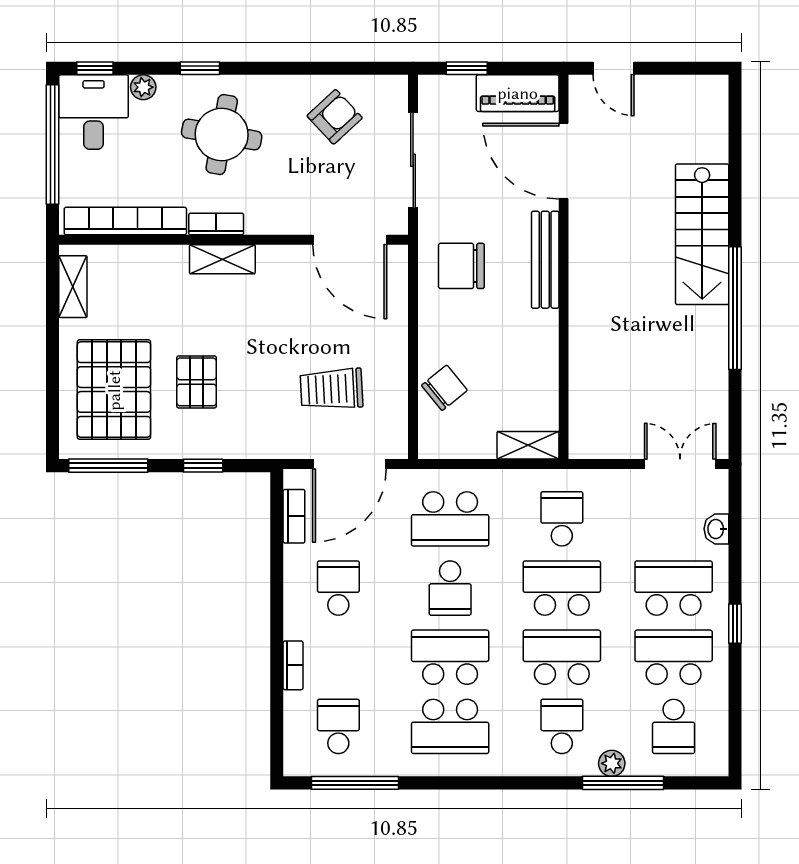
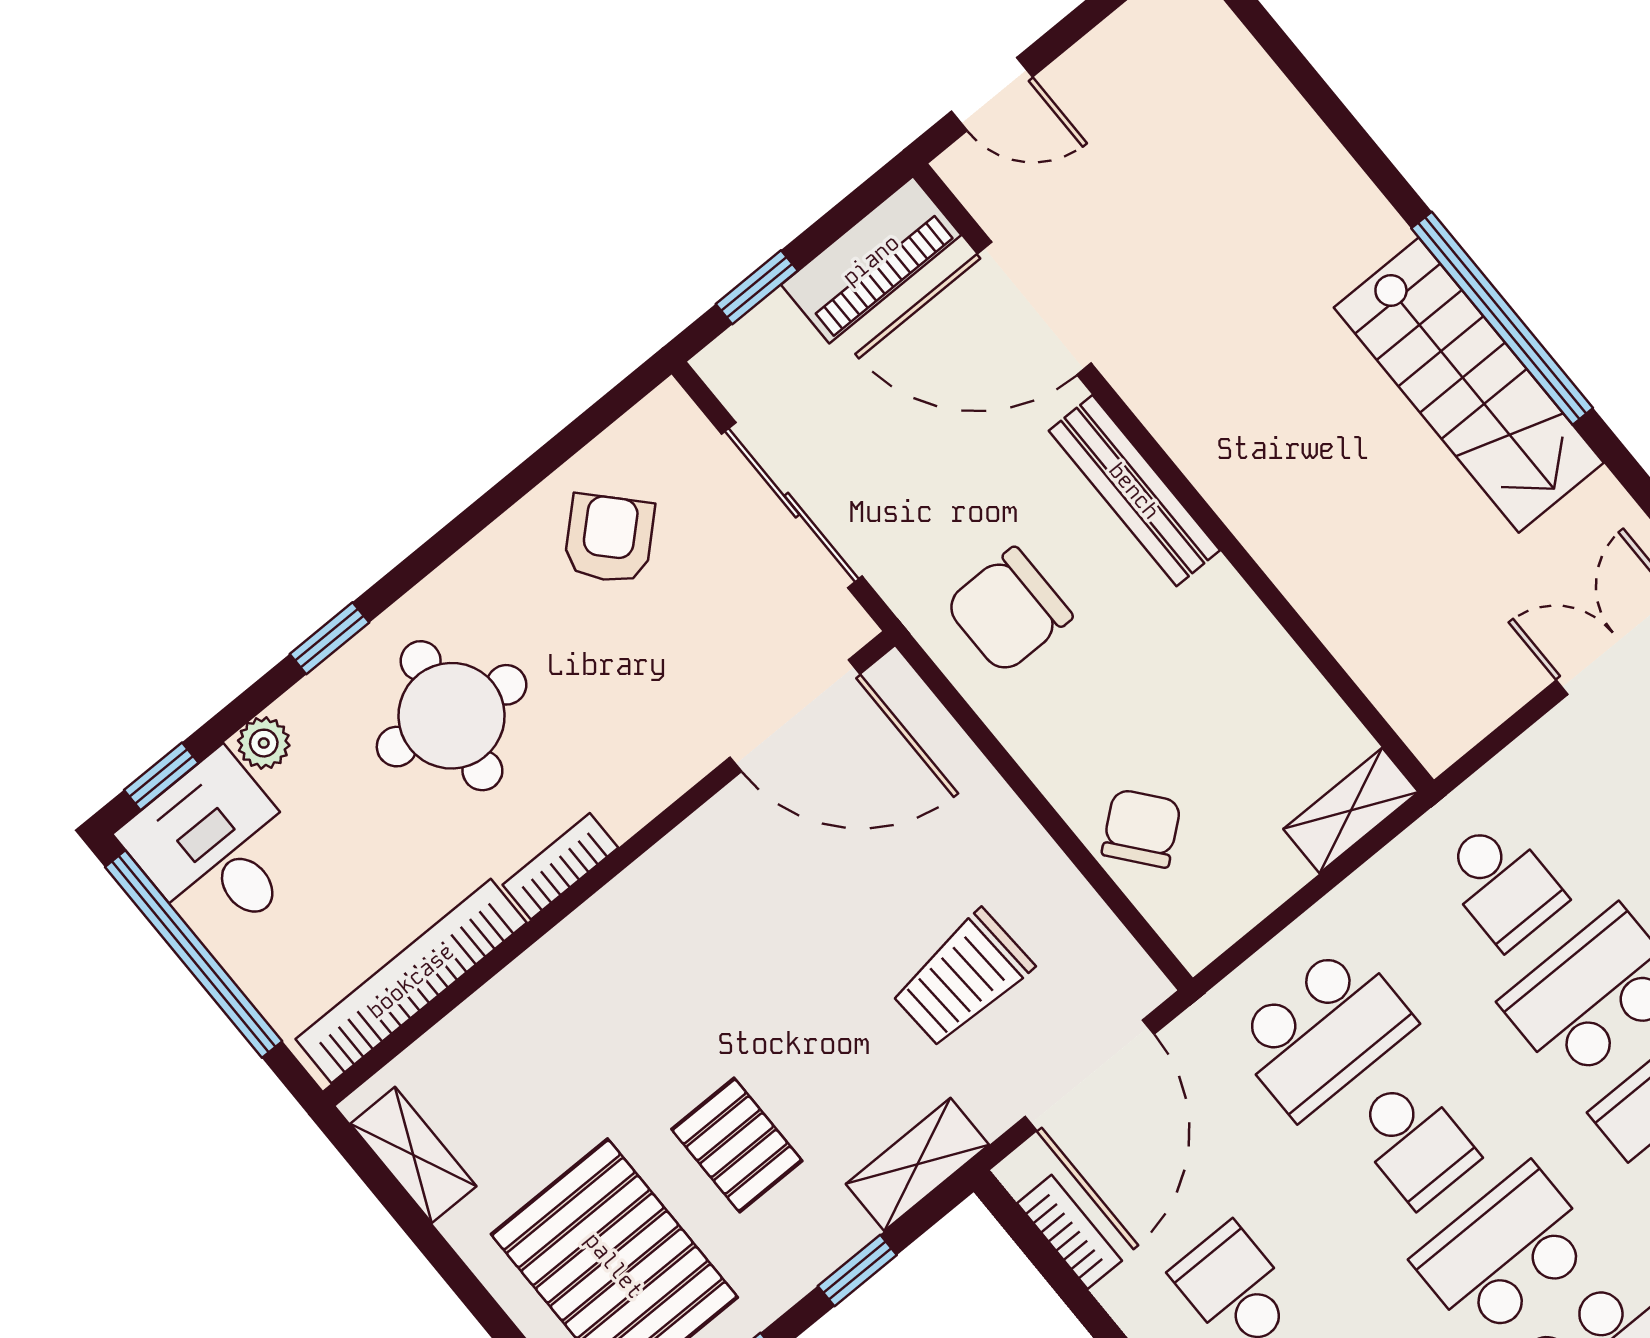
stairs: (702, 234) -> (1469, 385), moved
shelving: (222, 259) -> (917, 1164), moved
school desk: (562, 519) -> (1502, 884), turned 180

